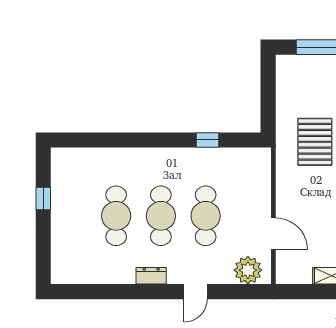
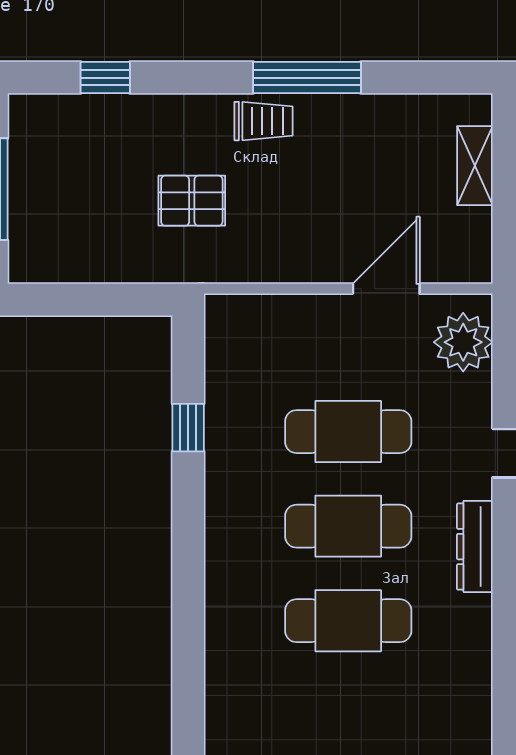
pallet: (315, 142) -> (192, 201), width x0.67, depth x0.71
dresser: (151, 276) -> (475, 547), width x1.44

